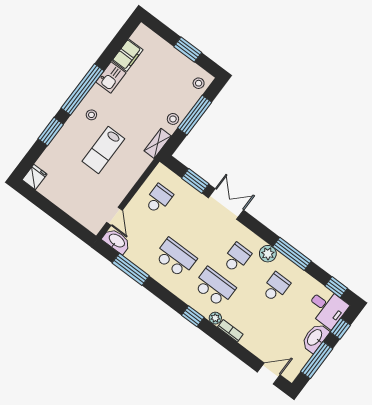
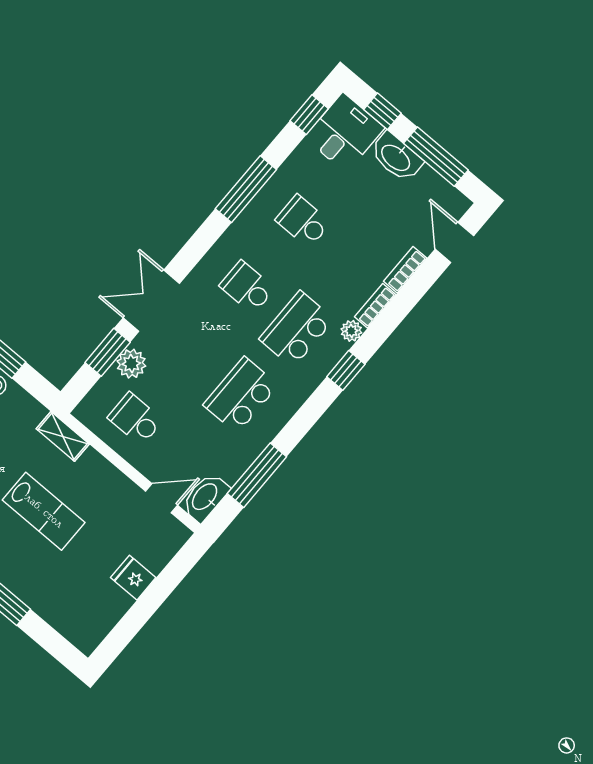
shelving: (158, 143) -> (63, 436), moved
fridge: (35, 177) -> (133, 578), moved
plant: (268, 254) -> (131, 364), moved
bookcase: (252, 347) -> (405, 270), added

